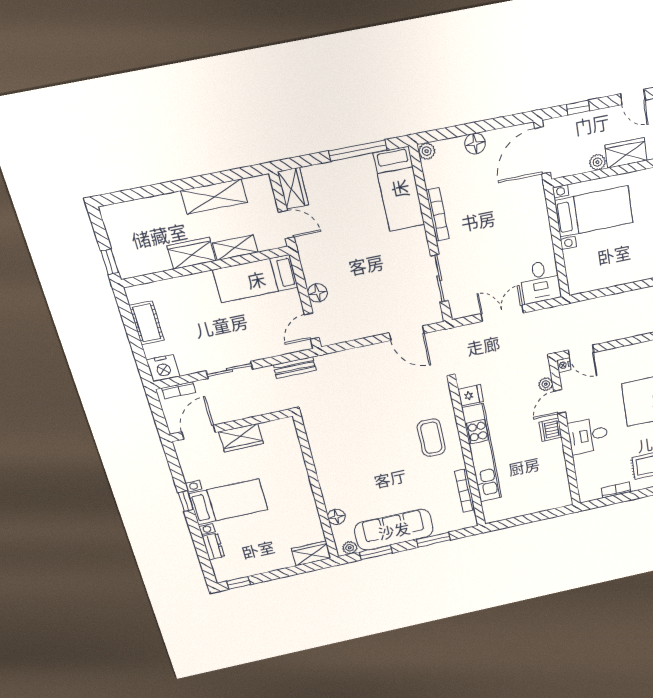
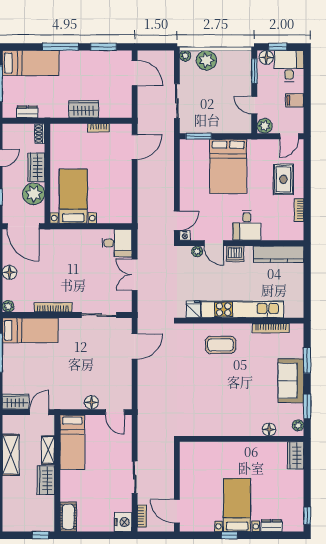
plant: (597, 162) -> (34, 194), width x1.88, depth x1.88
cot: (147, 323) -> (68, 517), moved, turned 90
bench: (295, 368) -> (143, 431), removed
wardrobe: (241, 438) -> (188, 483), removed
kitchen counter: (558, 479) -> (279, 254), added
sofa: (394, 530) -> (291, 381), width x0.73

